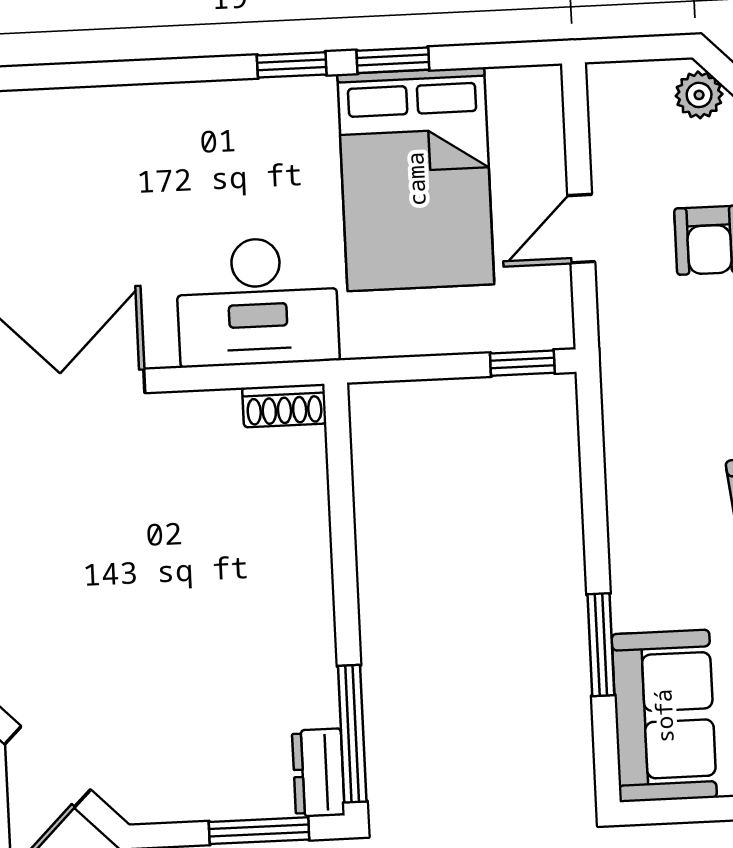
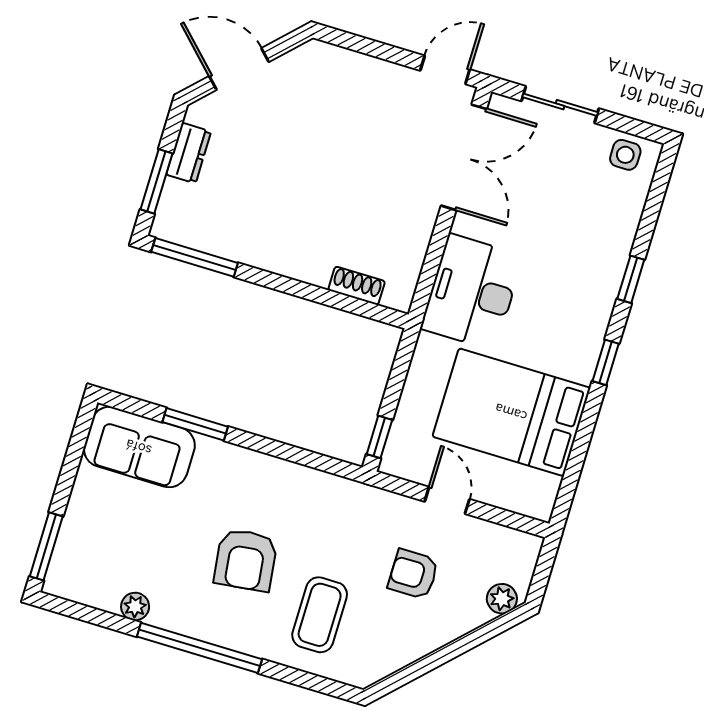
window: (393, 60) -> (631, 279), moved
shoe rack: (284, 406) -> (357, 286), moved, turned 90
dresser: (318, 773) -> (189, 153), moved, turned 90

